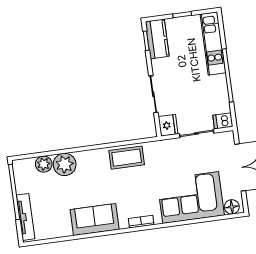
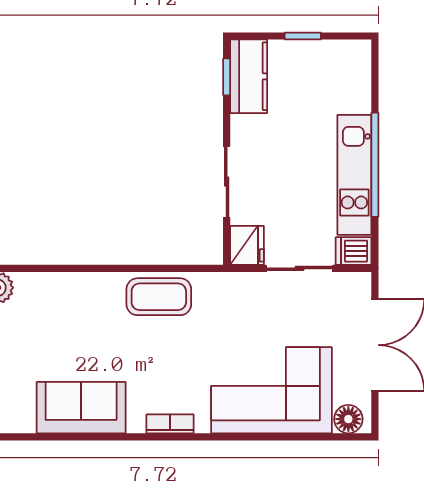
kitchen unit: (213, 43) -> (354, 175), moved
plant: (65, 164) -> (38, 294), removed

